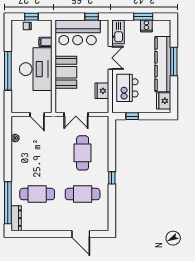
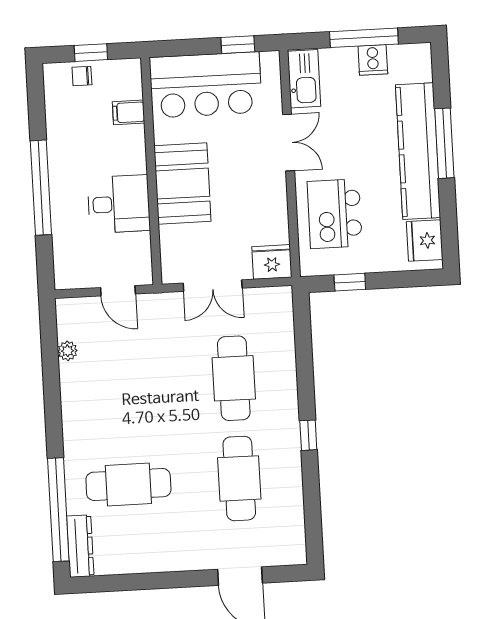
window: (143, 17) -> (364, 38), width x1.44
desk: (36, 69) -> (119, 204), width x0.53, depth x0.77
fridge: (102, 91) -> (272, 262), moved, turned 90
cafe table: (83, 194) -> (239, 478), turned 90

